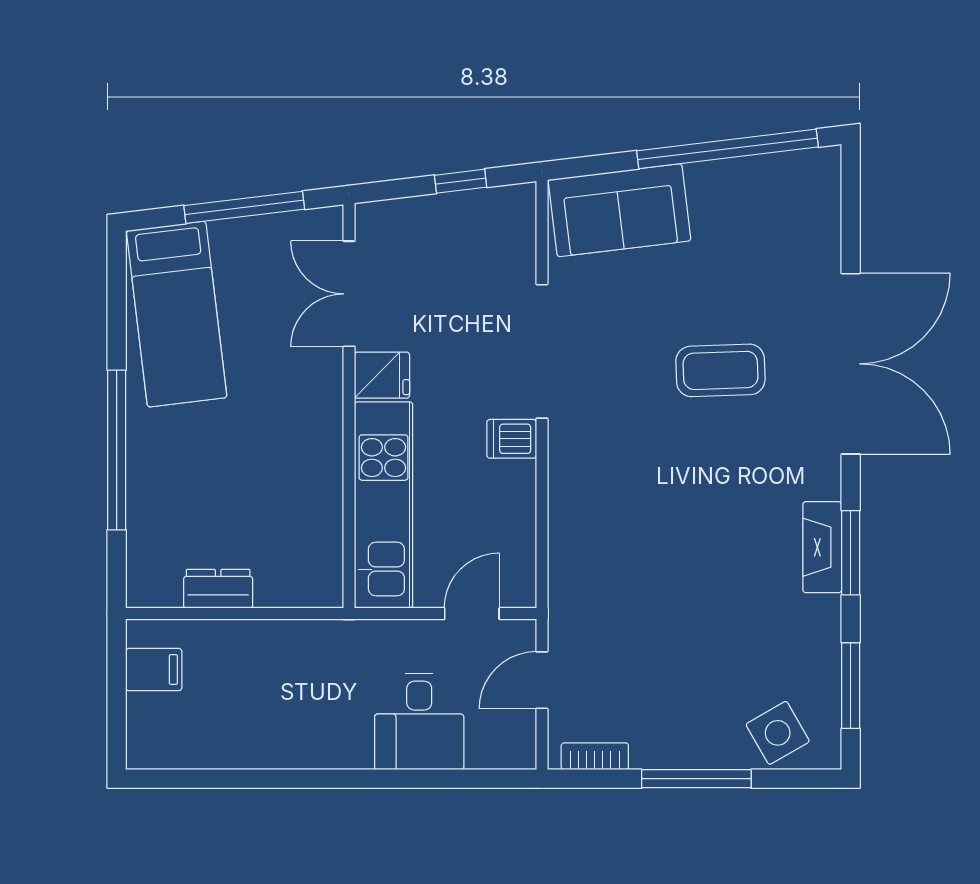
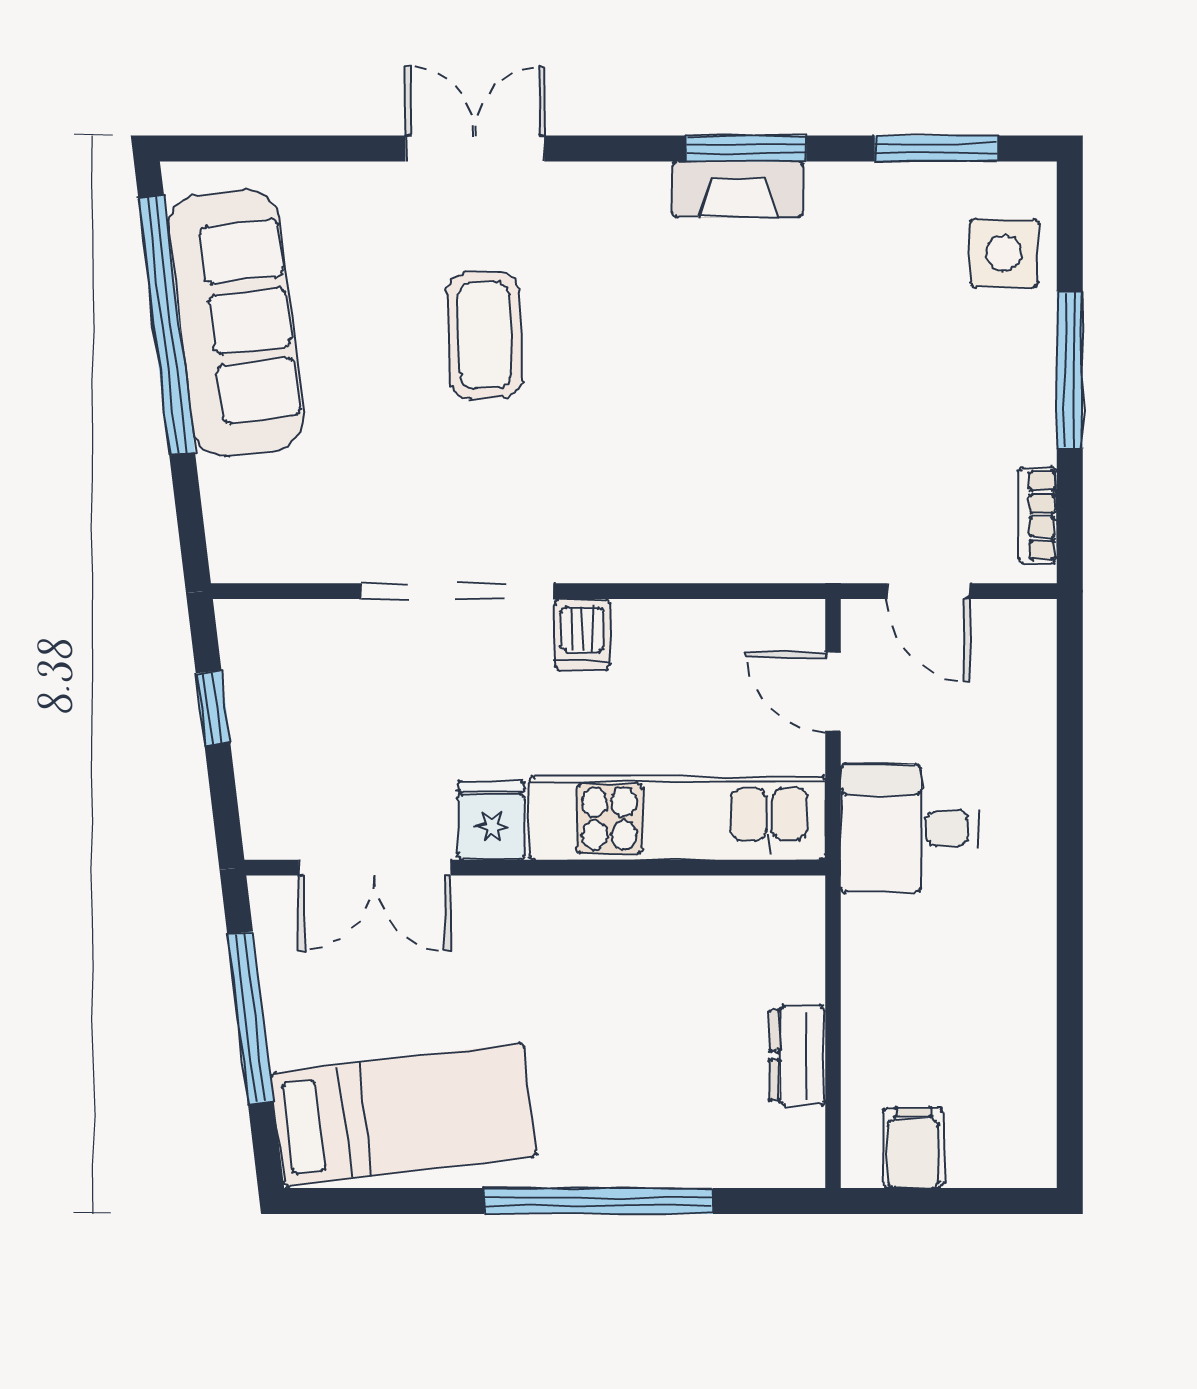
sofa: (619, 210) -> (236, 323), moved, width x1.36
double door: (851, 364) -> (475, 148), width x0.54
desk: (419, 722) -> (910, 828), moved, turned 180
side table: (778, 733) -> (1004, 253), turned 30

